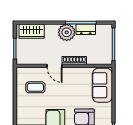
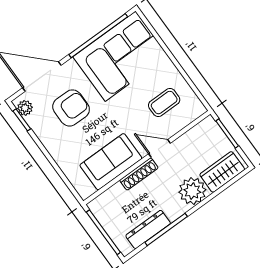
dresser: (86, 29) -> (148, 229), width x1.44
plant: (67, 32) -> (192, 191), moved
sofa: (102, 85) -> (111, 162), moved, turned -90

